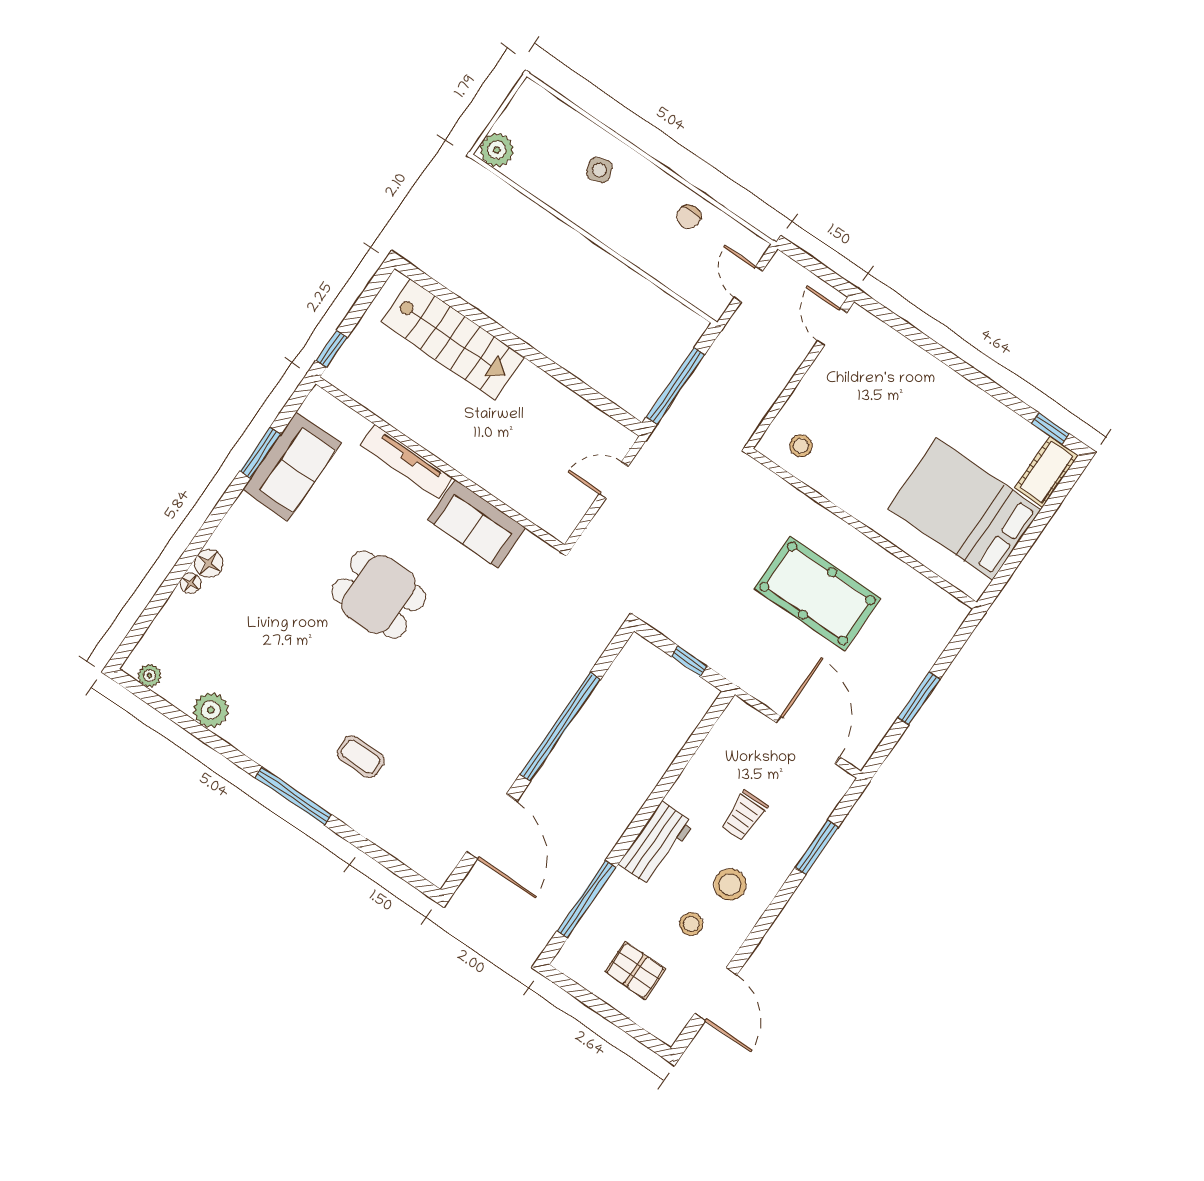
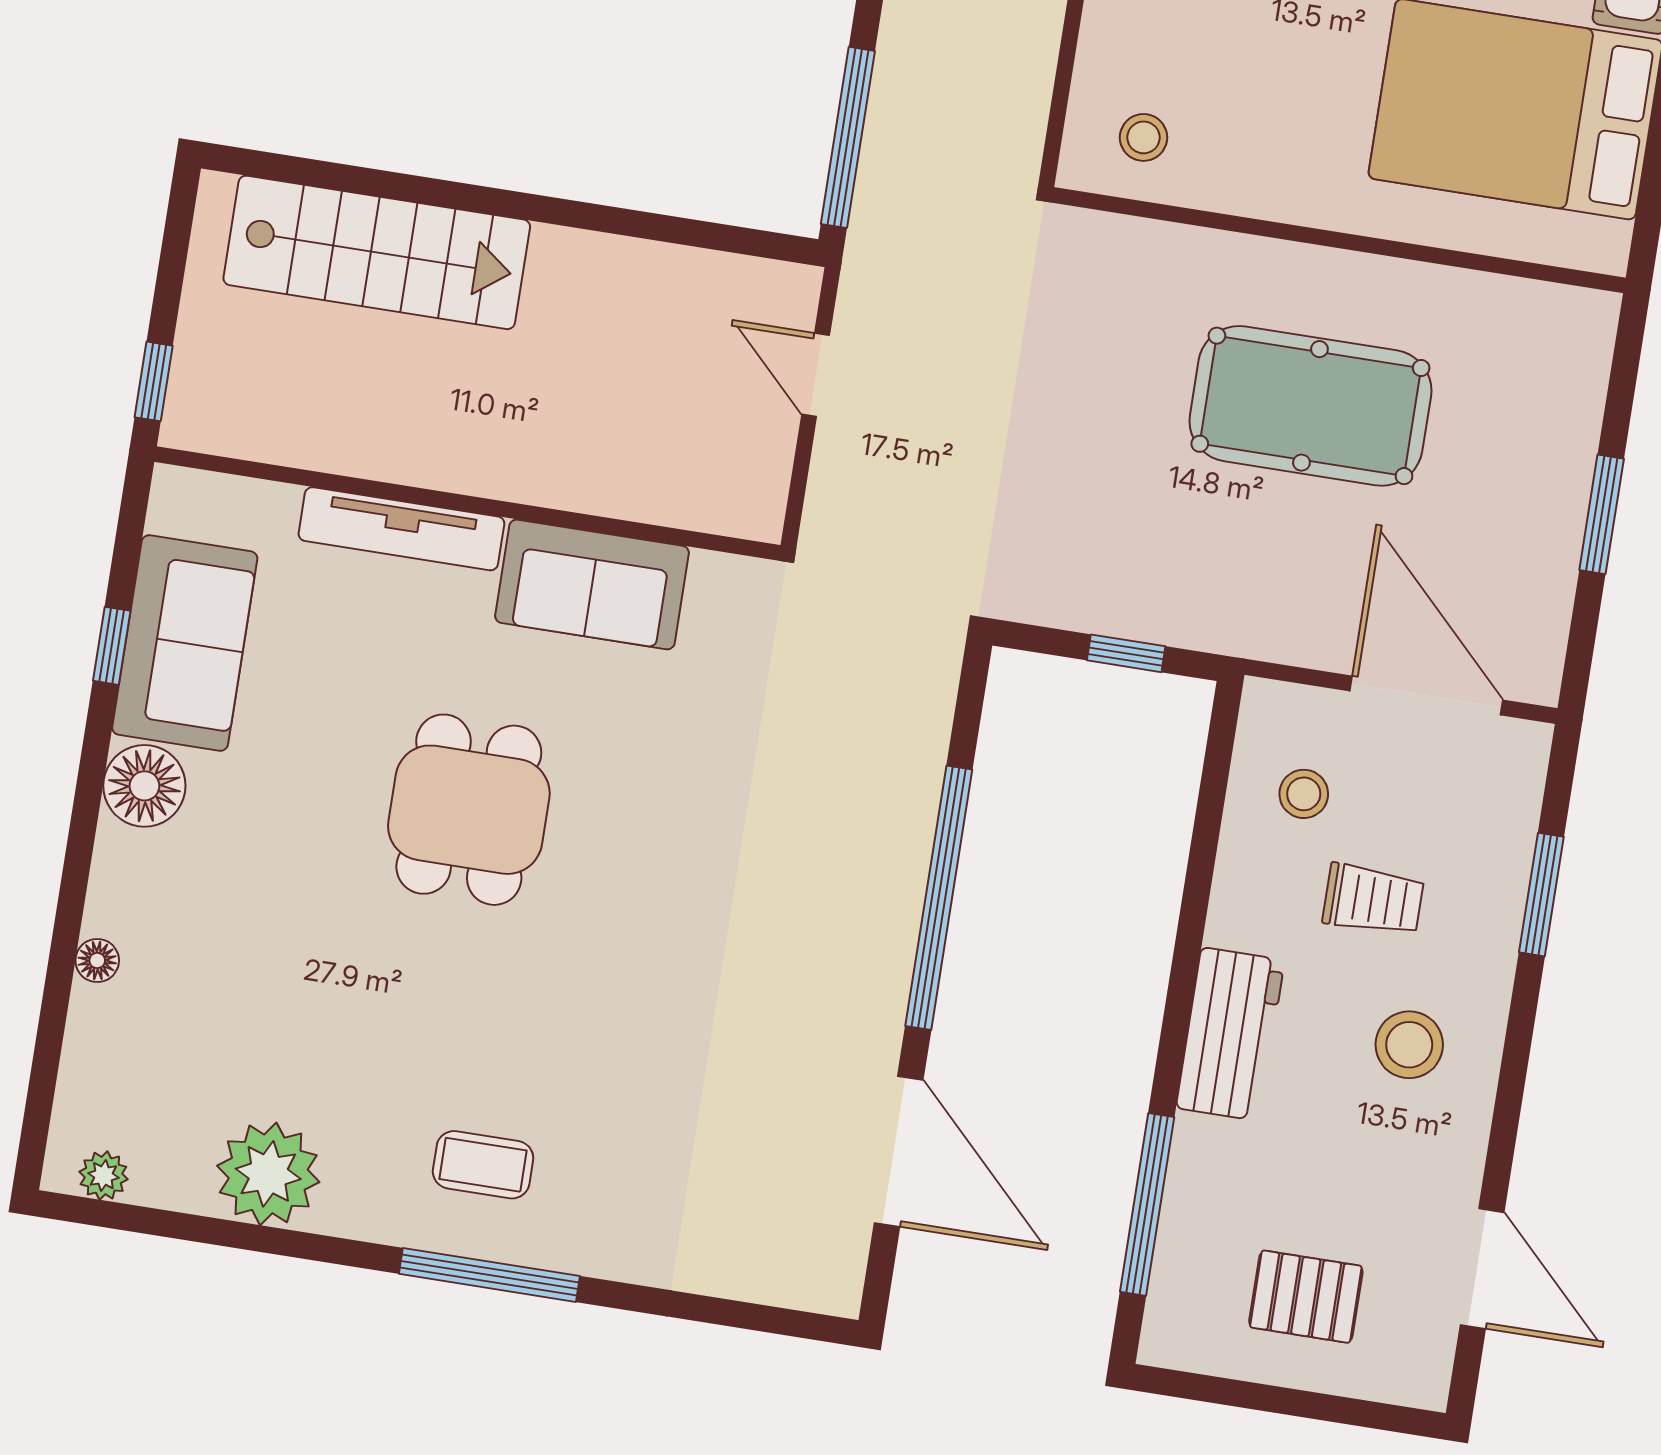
window: (260, 453) -> (112, 646), width x0.67
door: (614, 480) -> (816, 375), hinge flipped
floor lamp: (209, 563) -> (144, 786), moved, width x1.38, depth x1.38
dining table: (379, 594) -> (469, 810), turned 90
plant: (211, 710) -> (268, 1174), width x1.36, depth x1.36
coffee table: (361, 757) -> (483, 1165), moved
trolley: (744, 816) -> (1373, 900), turned -90
stool: (691, 924) -> (1304, 794), moved

